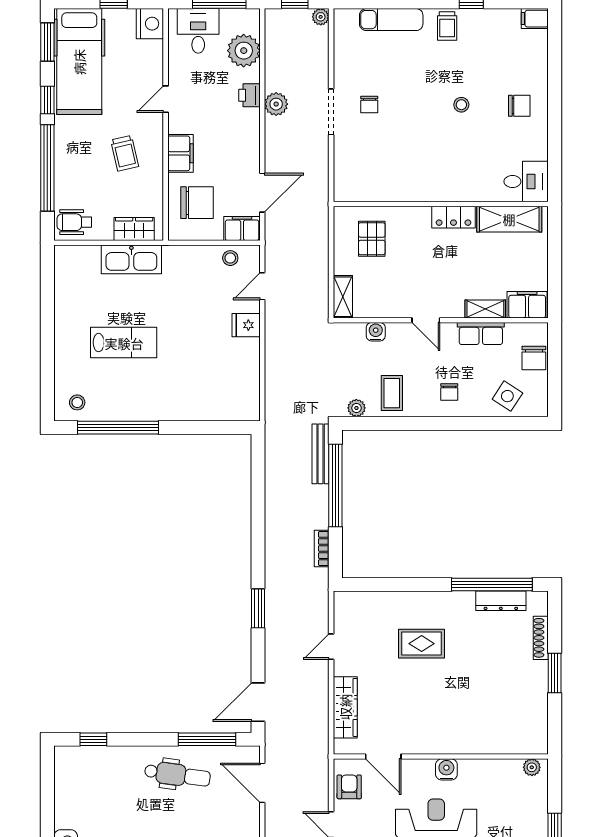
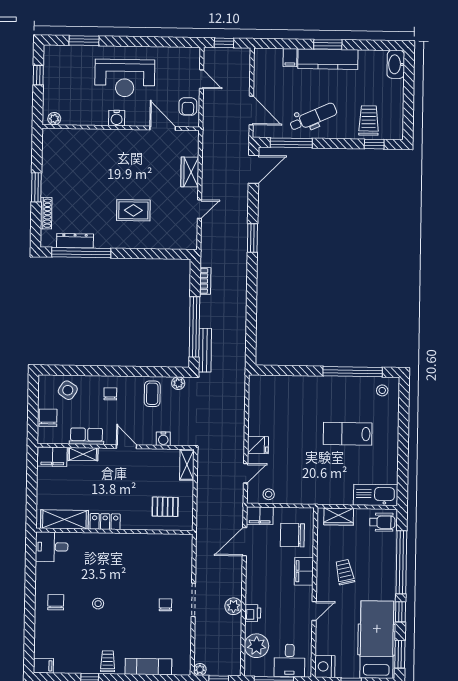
chair: (519, 106) -> (56, 602), turned 90
pallet: (372, 239) -> (165, 507), turned 90
kitchen sink: (131, 259) -> (376, 495), moved
wardrobe: (345, 707) -> (190, 172), width x0.67
trolley: (102, 772) -> (369, 121), added
dental chair: (177, 775) -> (313, 117), turned 148

